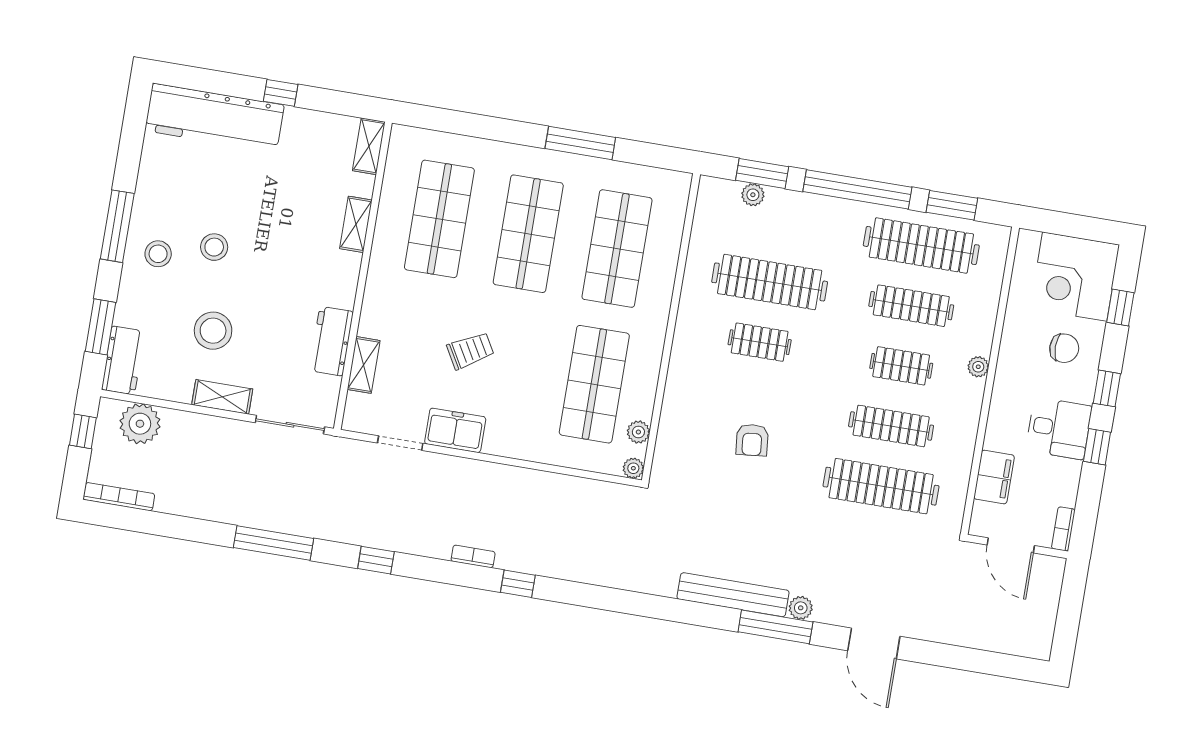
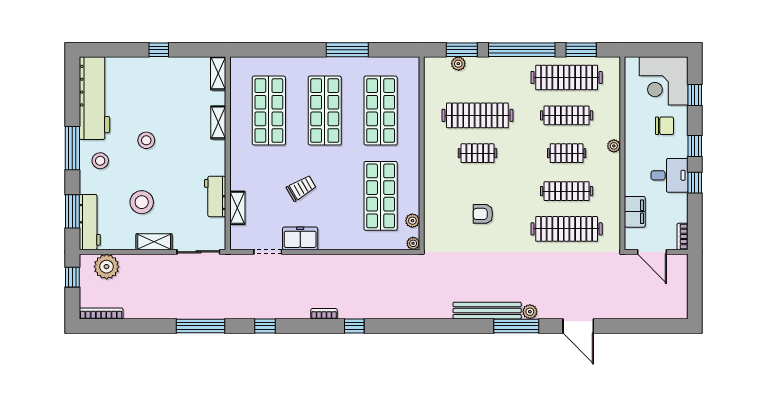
workbench: (214, 118) -> (94, 98), moved, turned -90
stool: (214, 247) -> (146, 140), moved
workbench: (123, 360) -> (90, 222), width x1.38
armchair: (752, 440) -> (483, 214), turned 96

